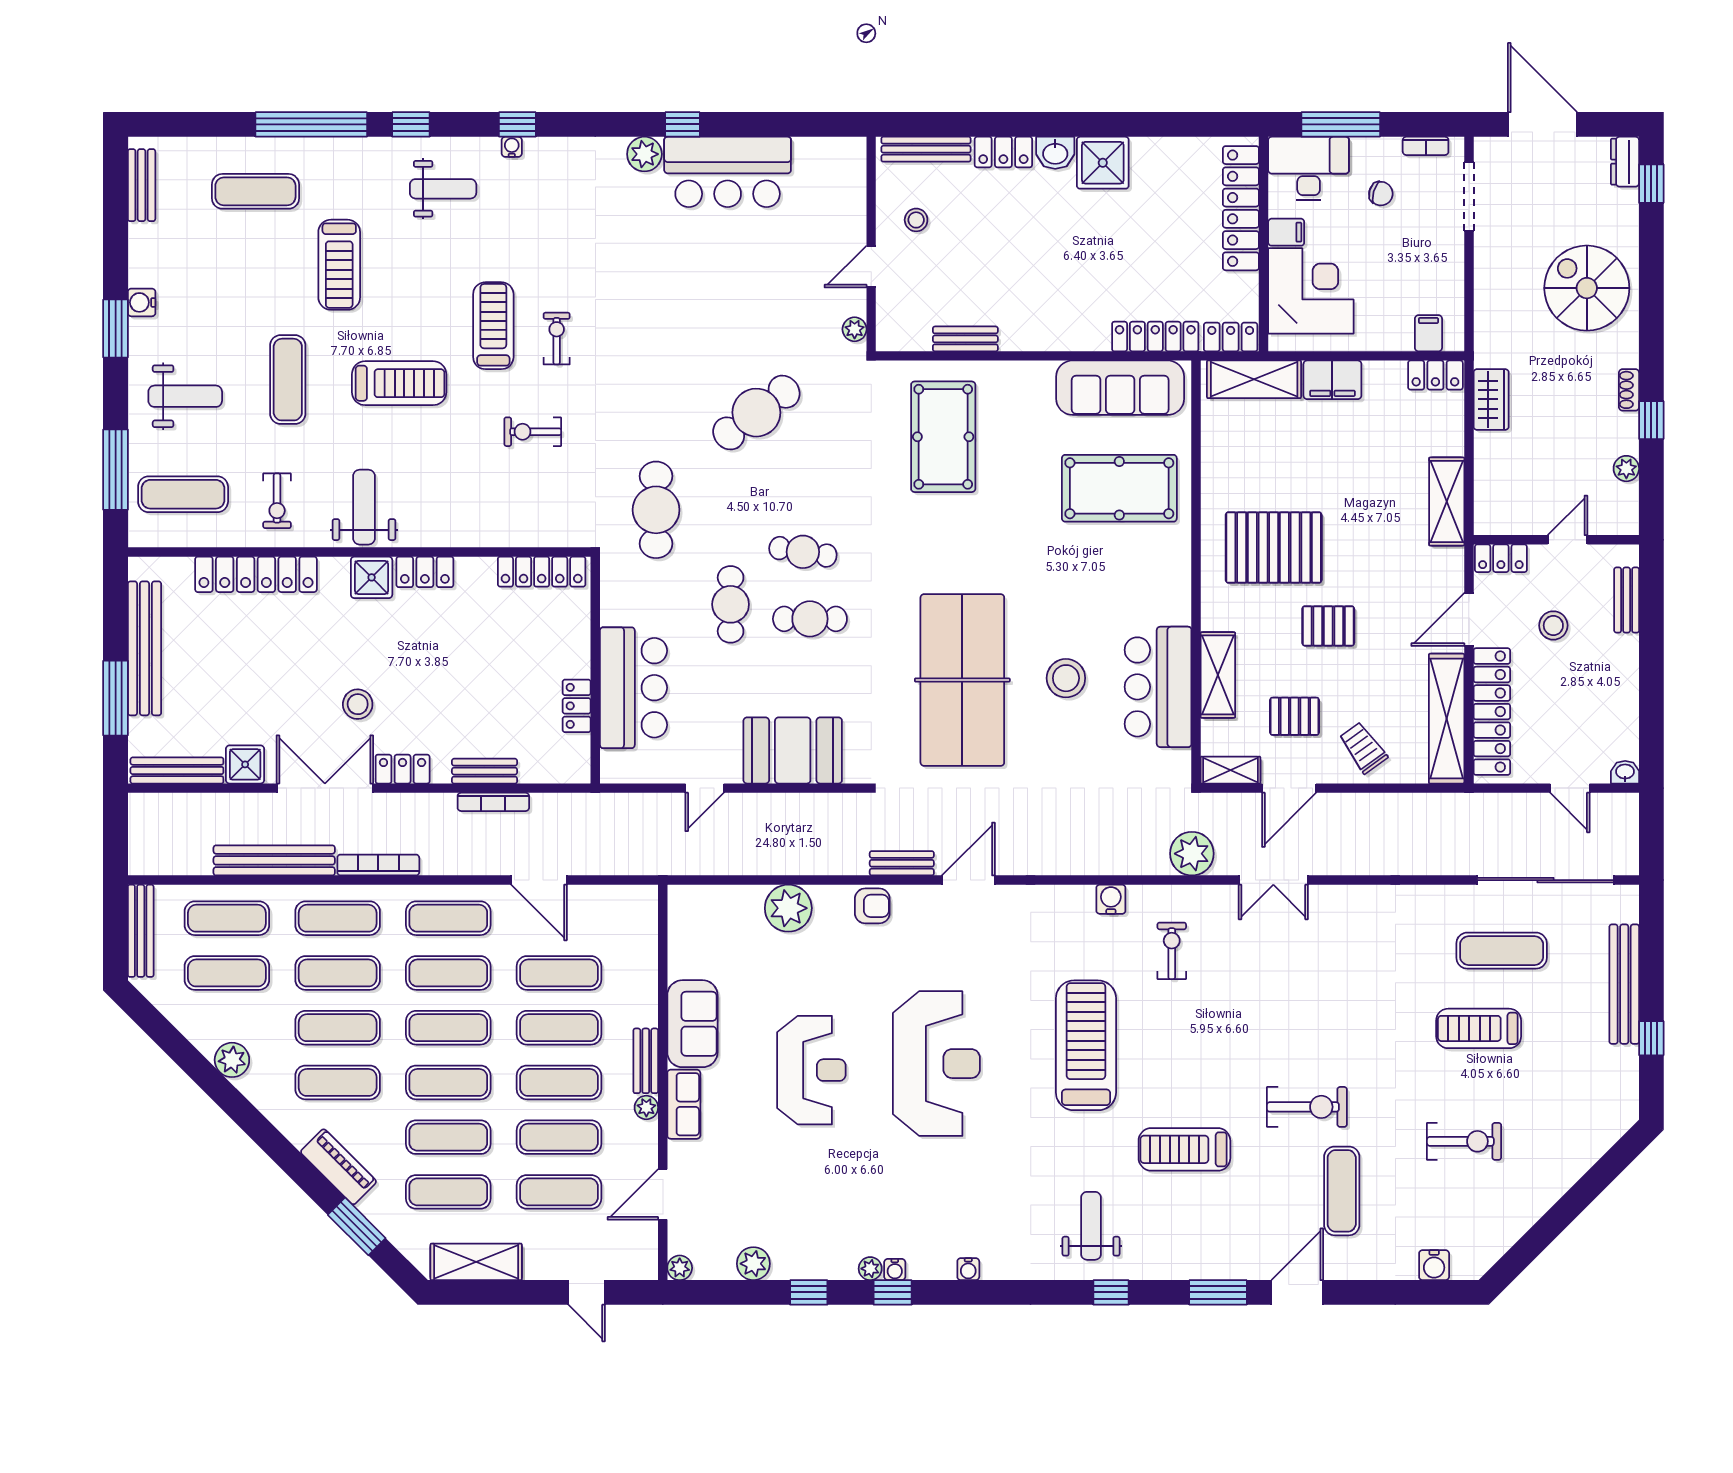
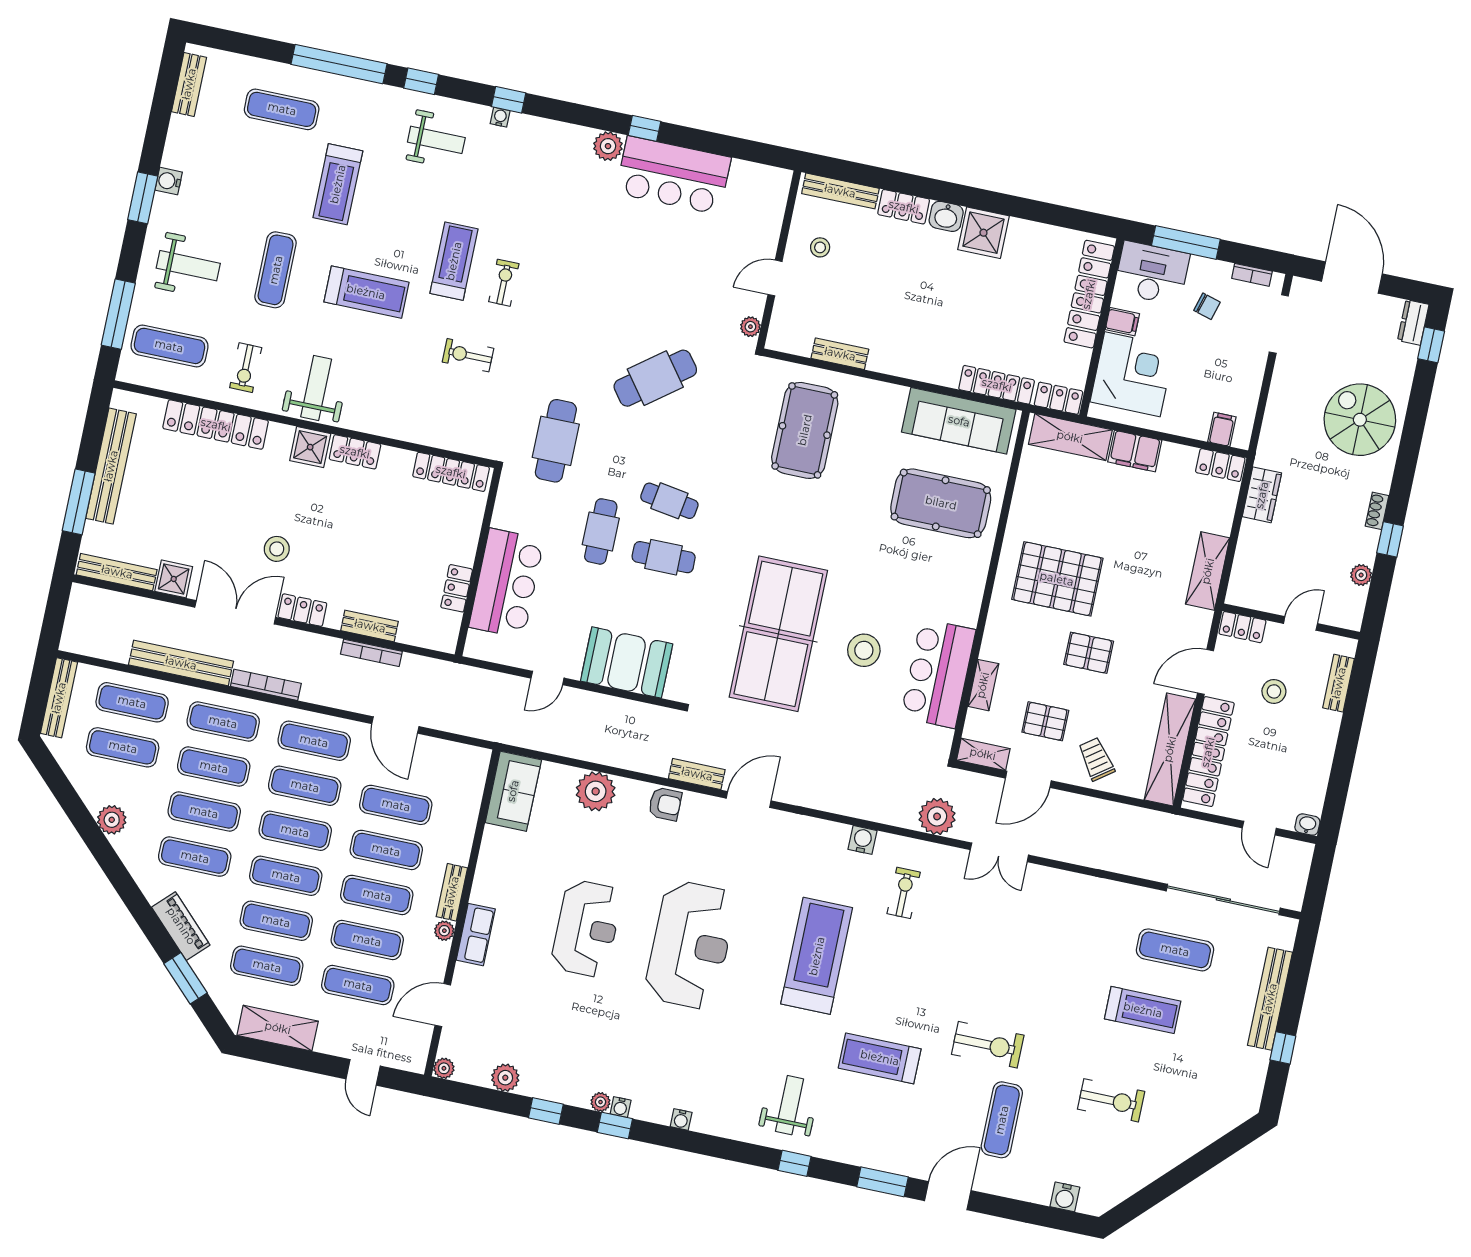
shelving: (1218, 675) -> (983, 685), width x0.67, depth x0.75
sofa: (692, 1024) -> (513, 791), moved
treadmill: (1479, 1028) -> (1143, 1010), turned 180

